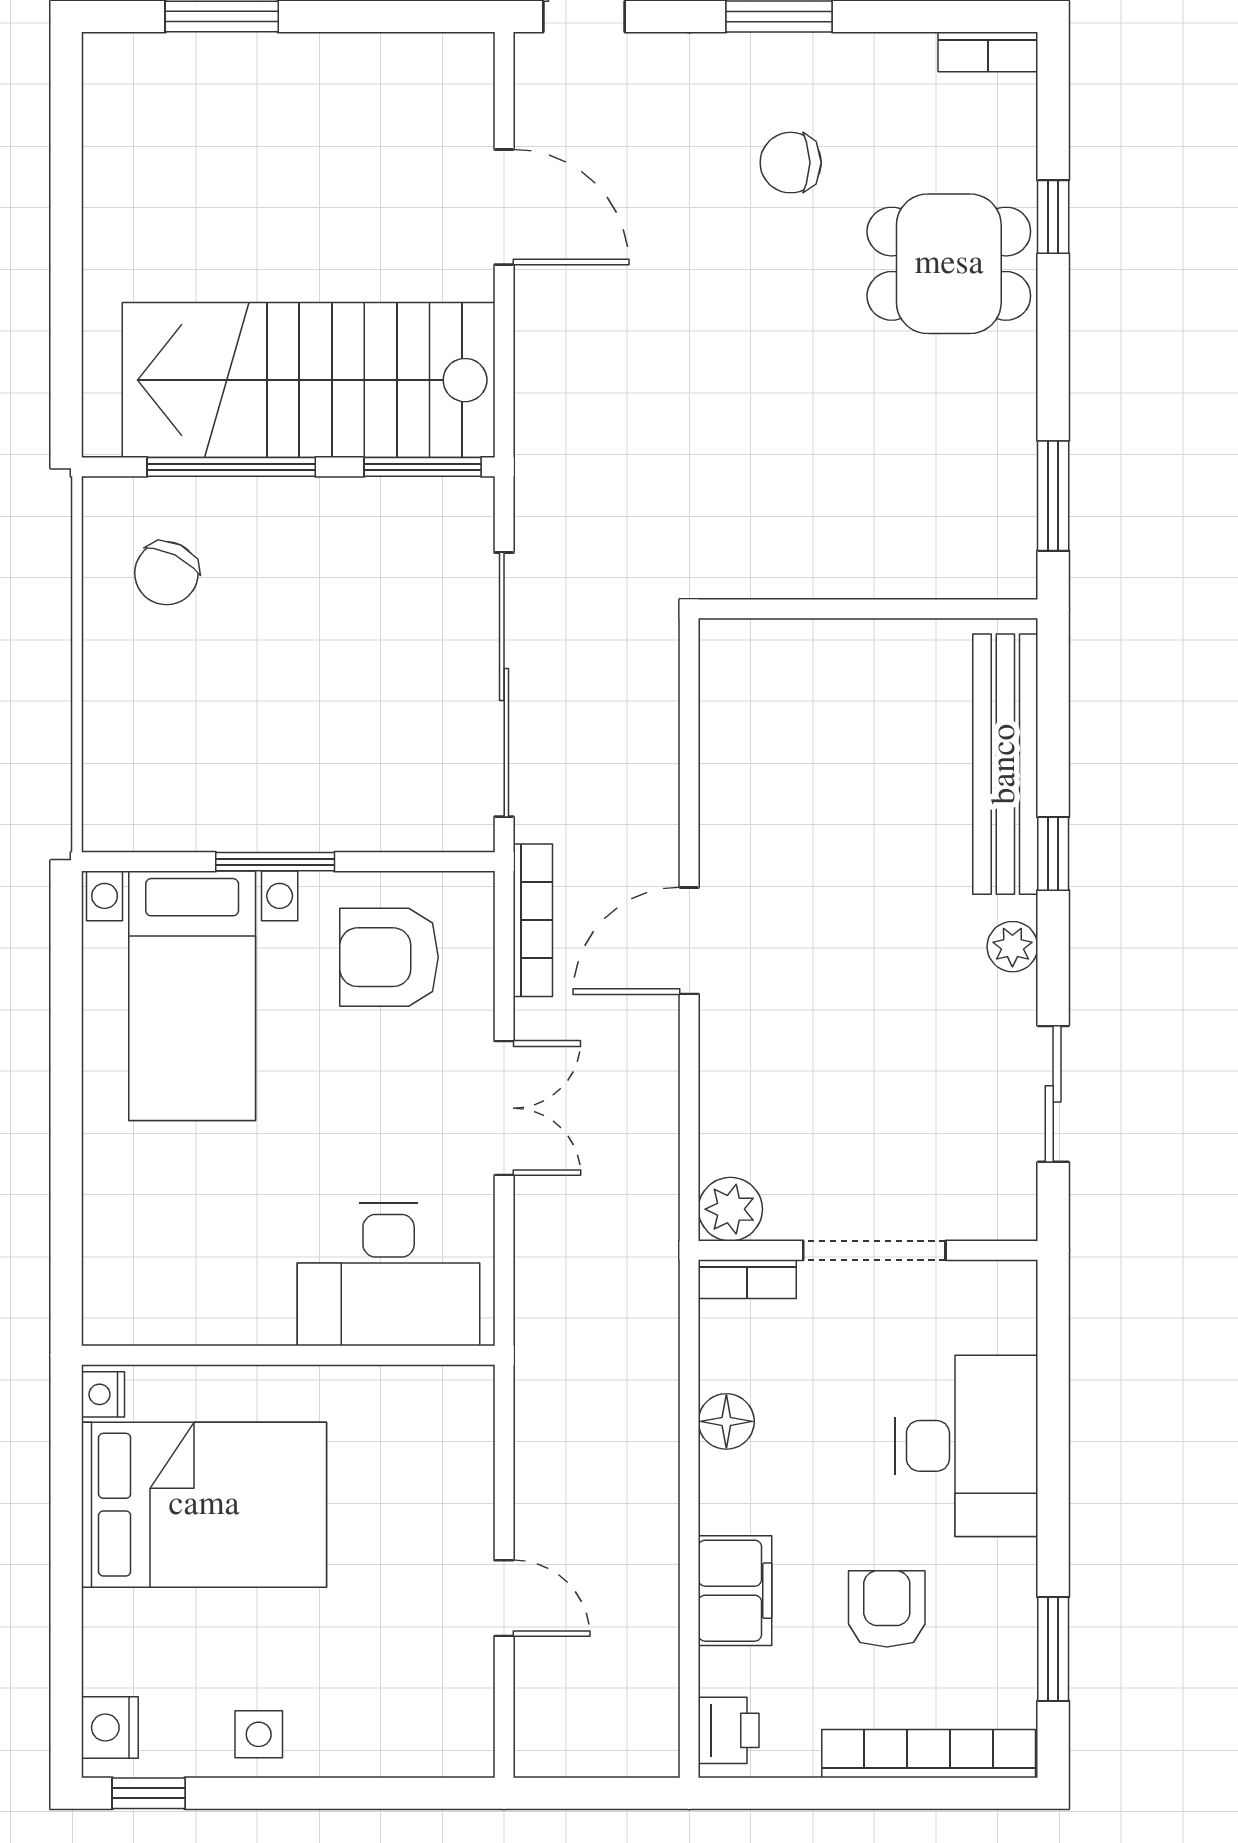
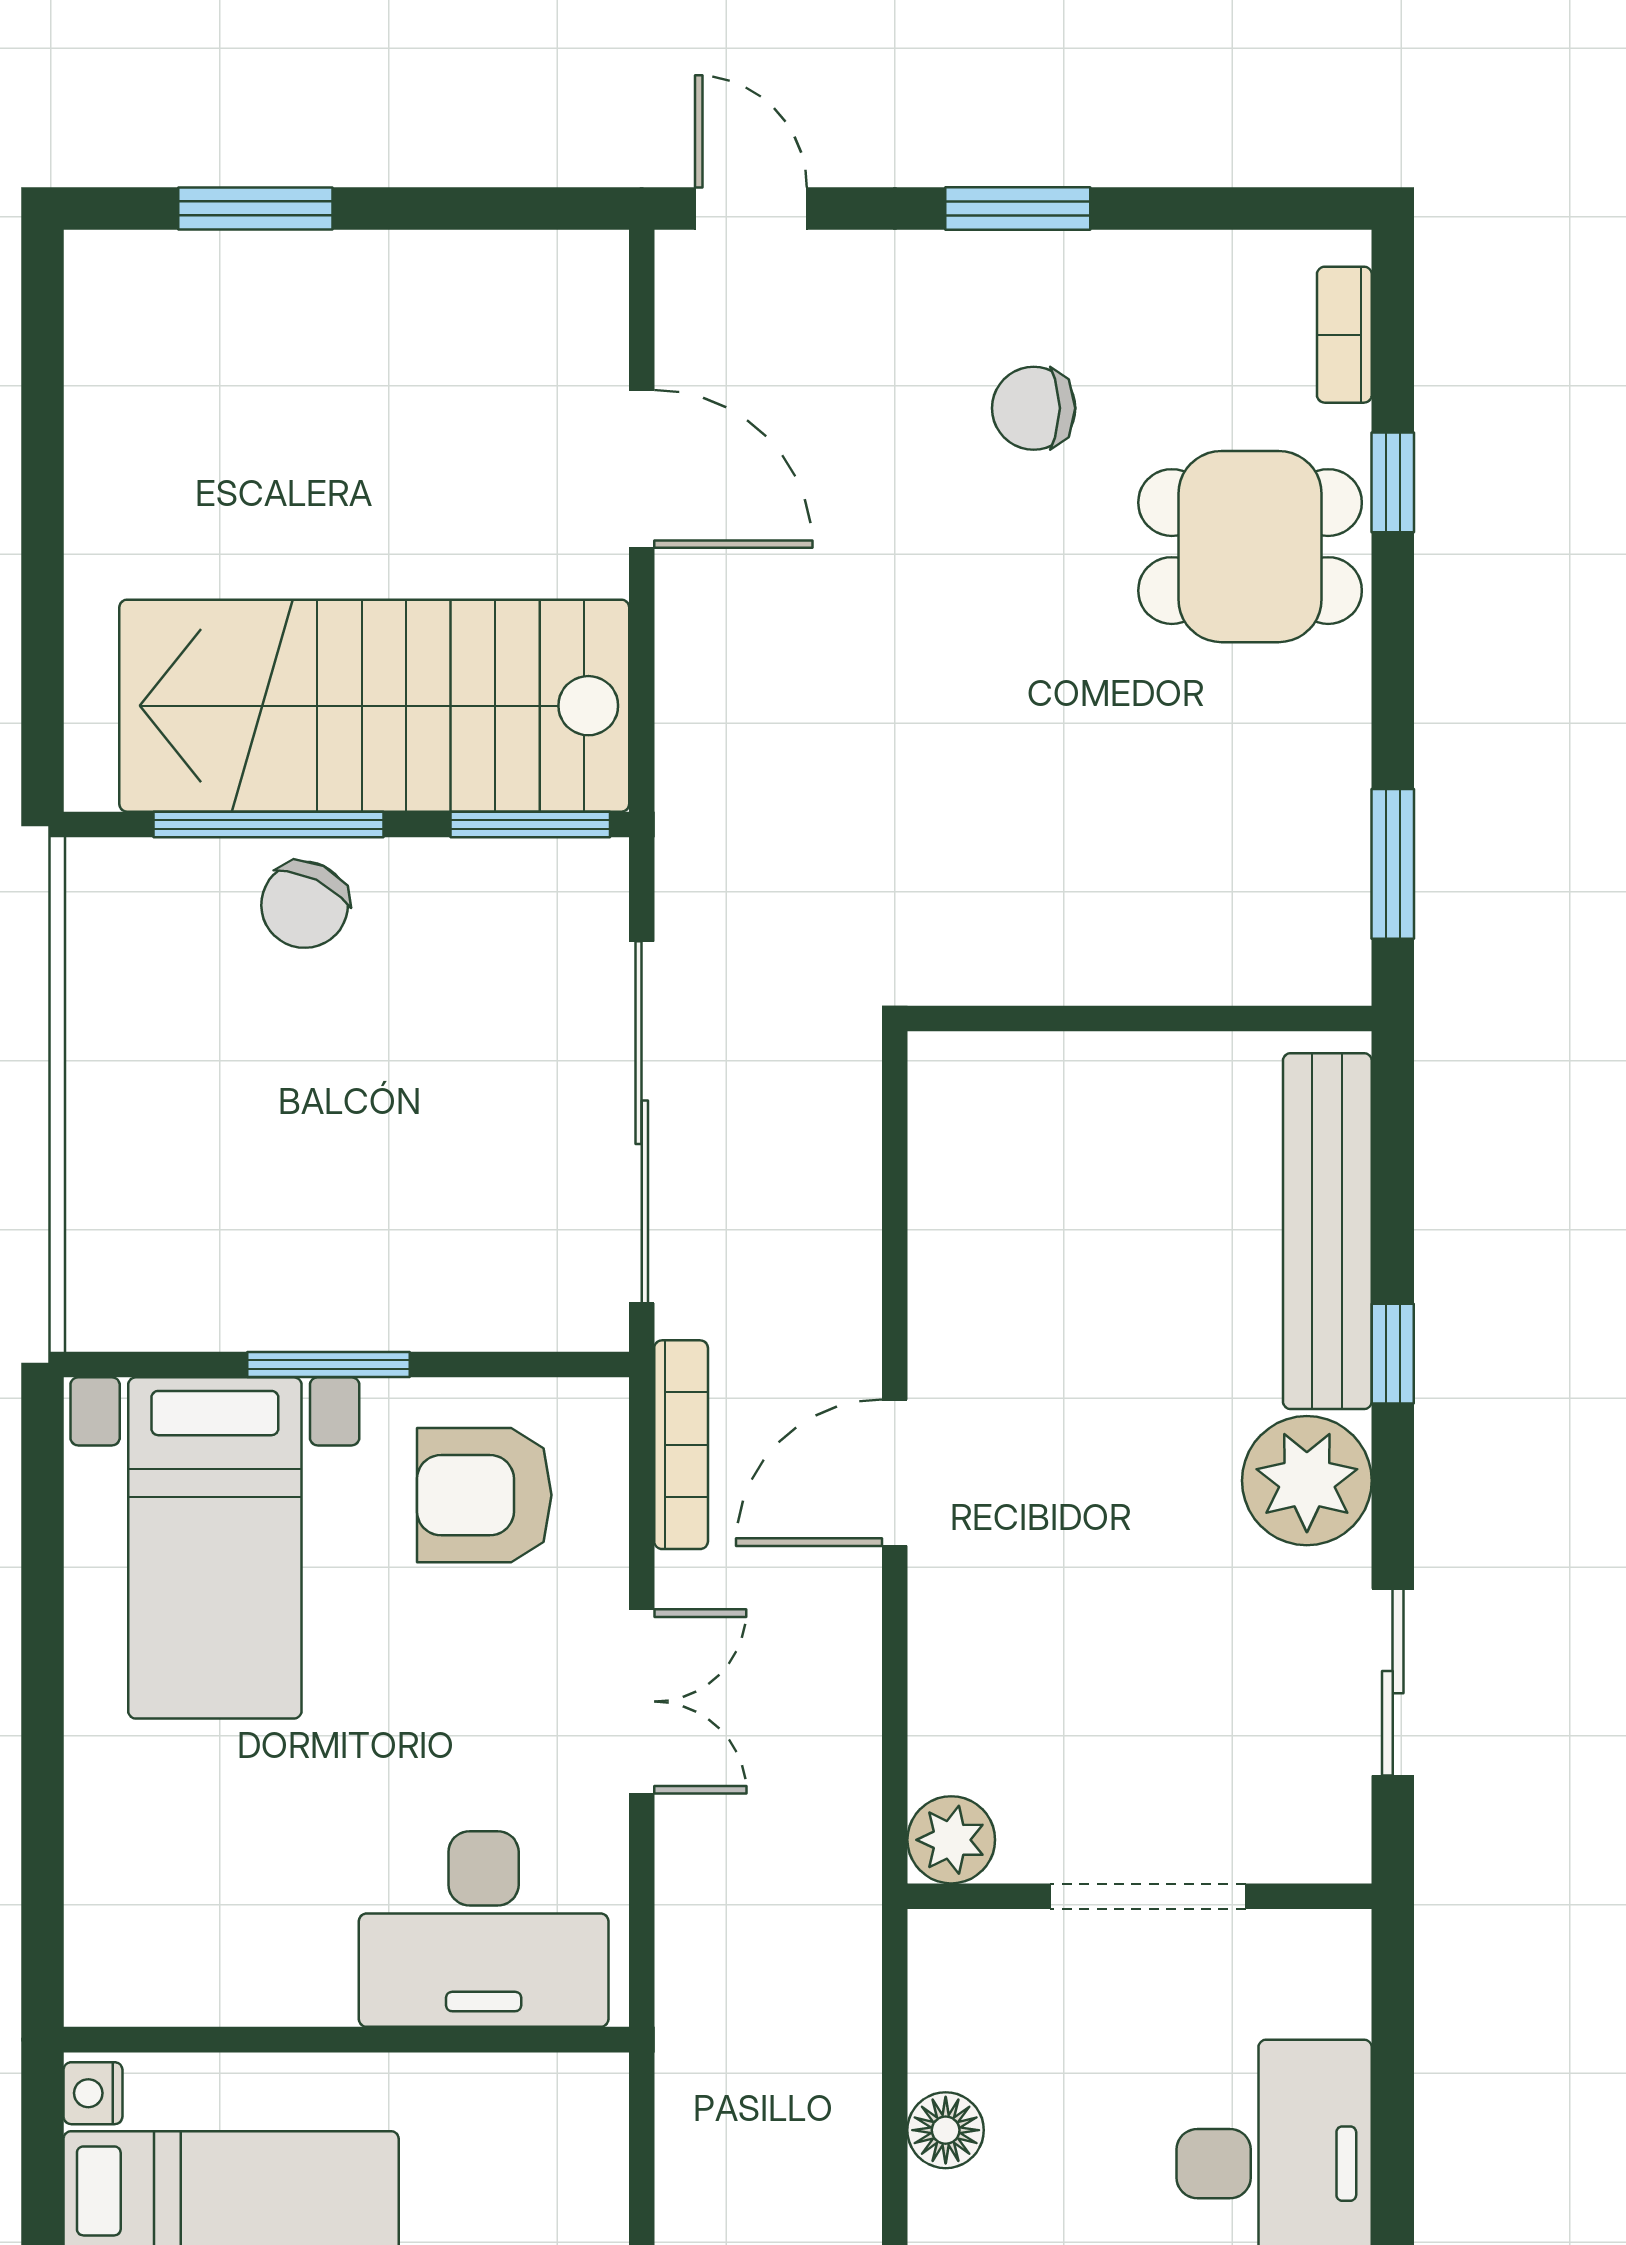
bookcase: (988, 52) -> (1344, 335), moved, turned 90
chair: (166, 573) -> (305, 905), moved
plant: (1012, 947) -> (1307, 1481), width x1.88, depth x1.88
bookcase: (747, 1279) -> (974, 1936), removed

